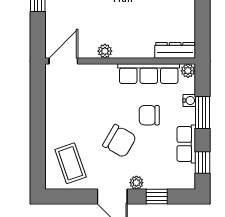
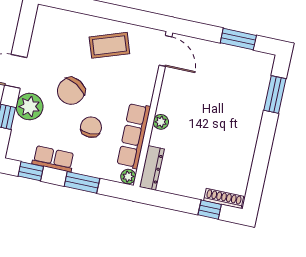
plant: (105, 51) -> (161, 122), moved
water cooler: (189, 101) -> (97, 171), removed
coffee table: (71, 163) -> (109, 45), moved
plant: (136, 183) -> (29, 107), width x1.88, depth x1.88

